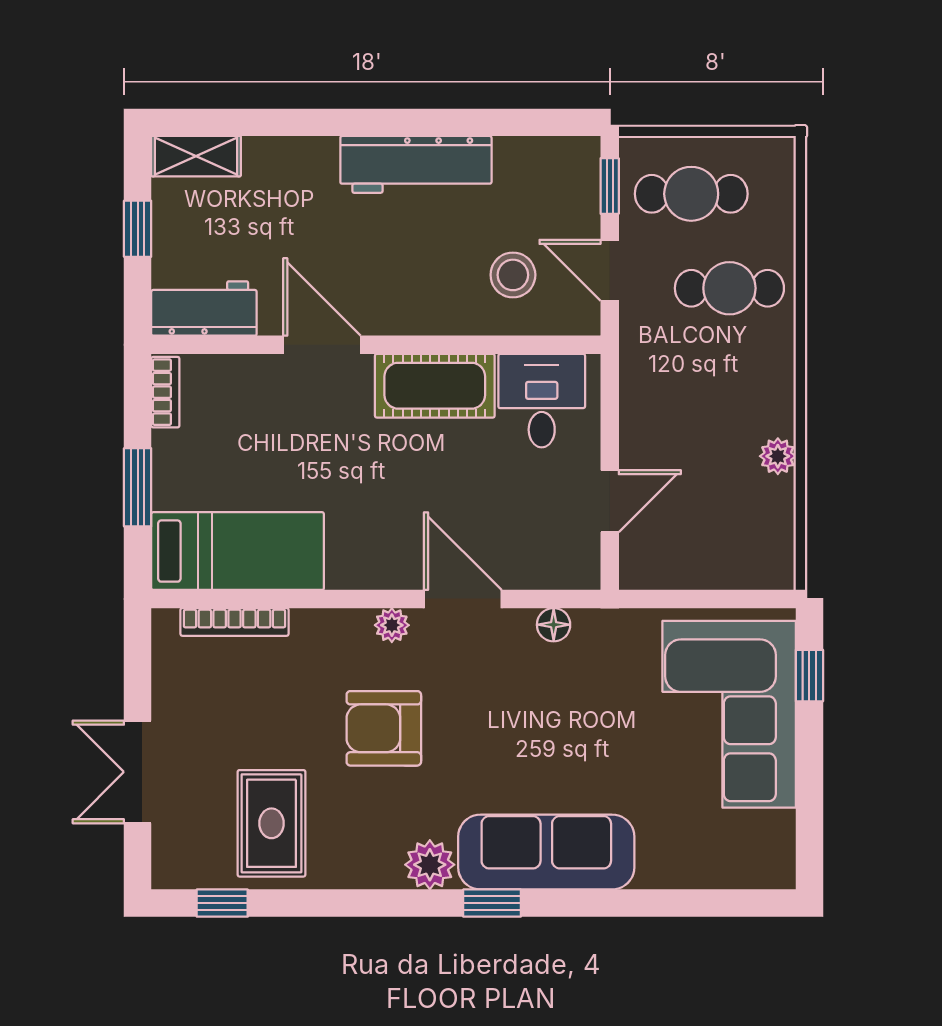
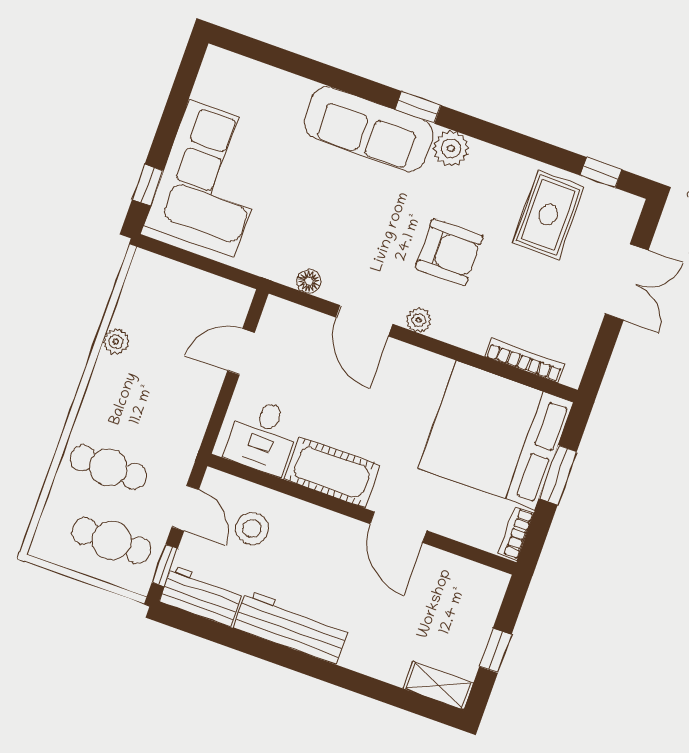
workbench: (204, 308) -> (201, 596), moved, turned 180
bed: (238, 551) -> (496, 435), width x2.04

